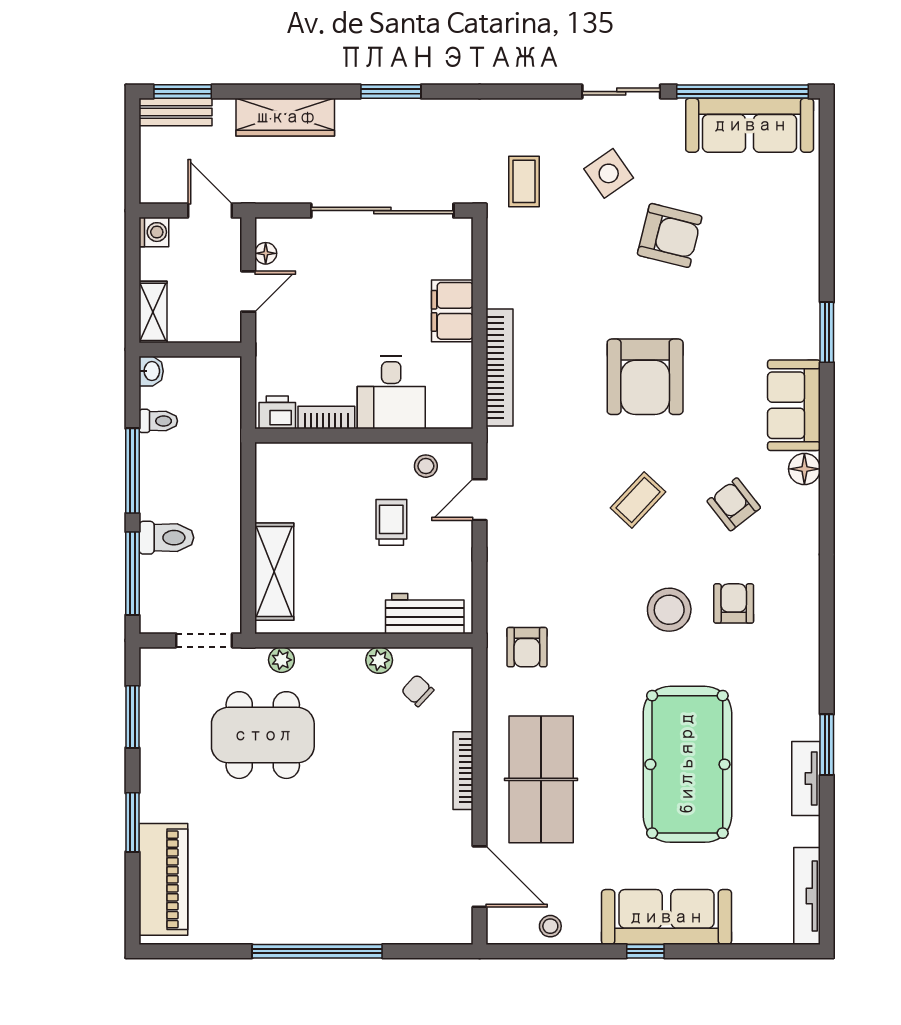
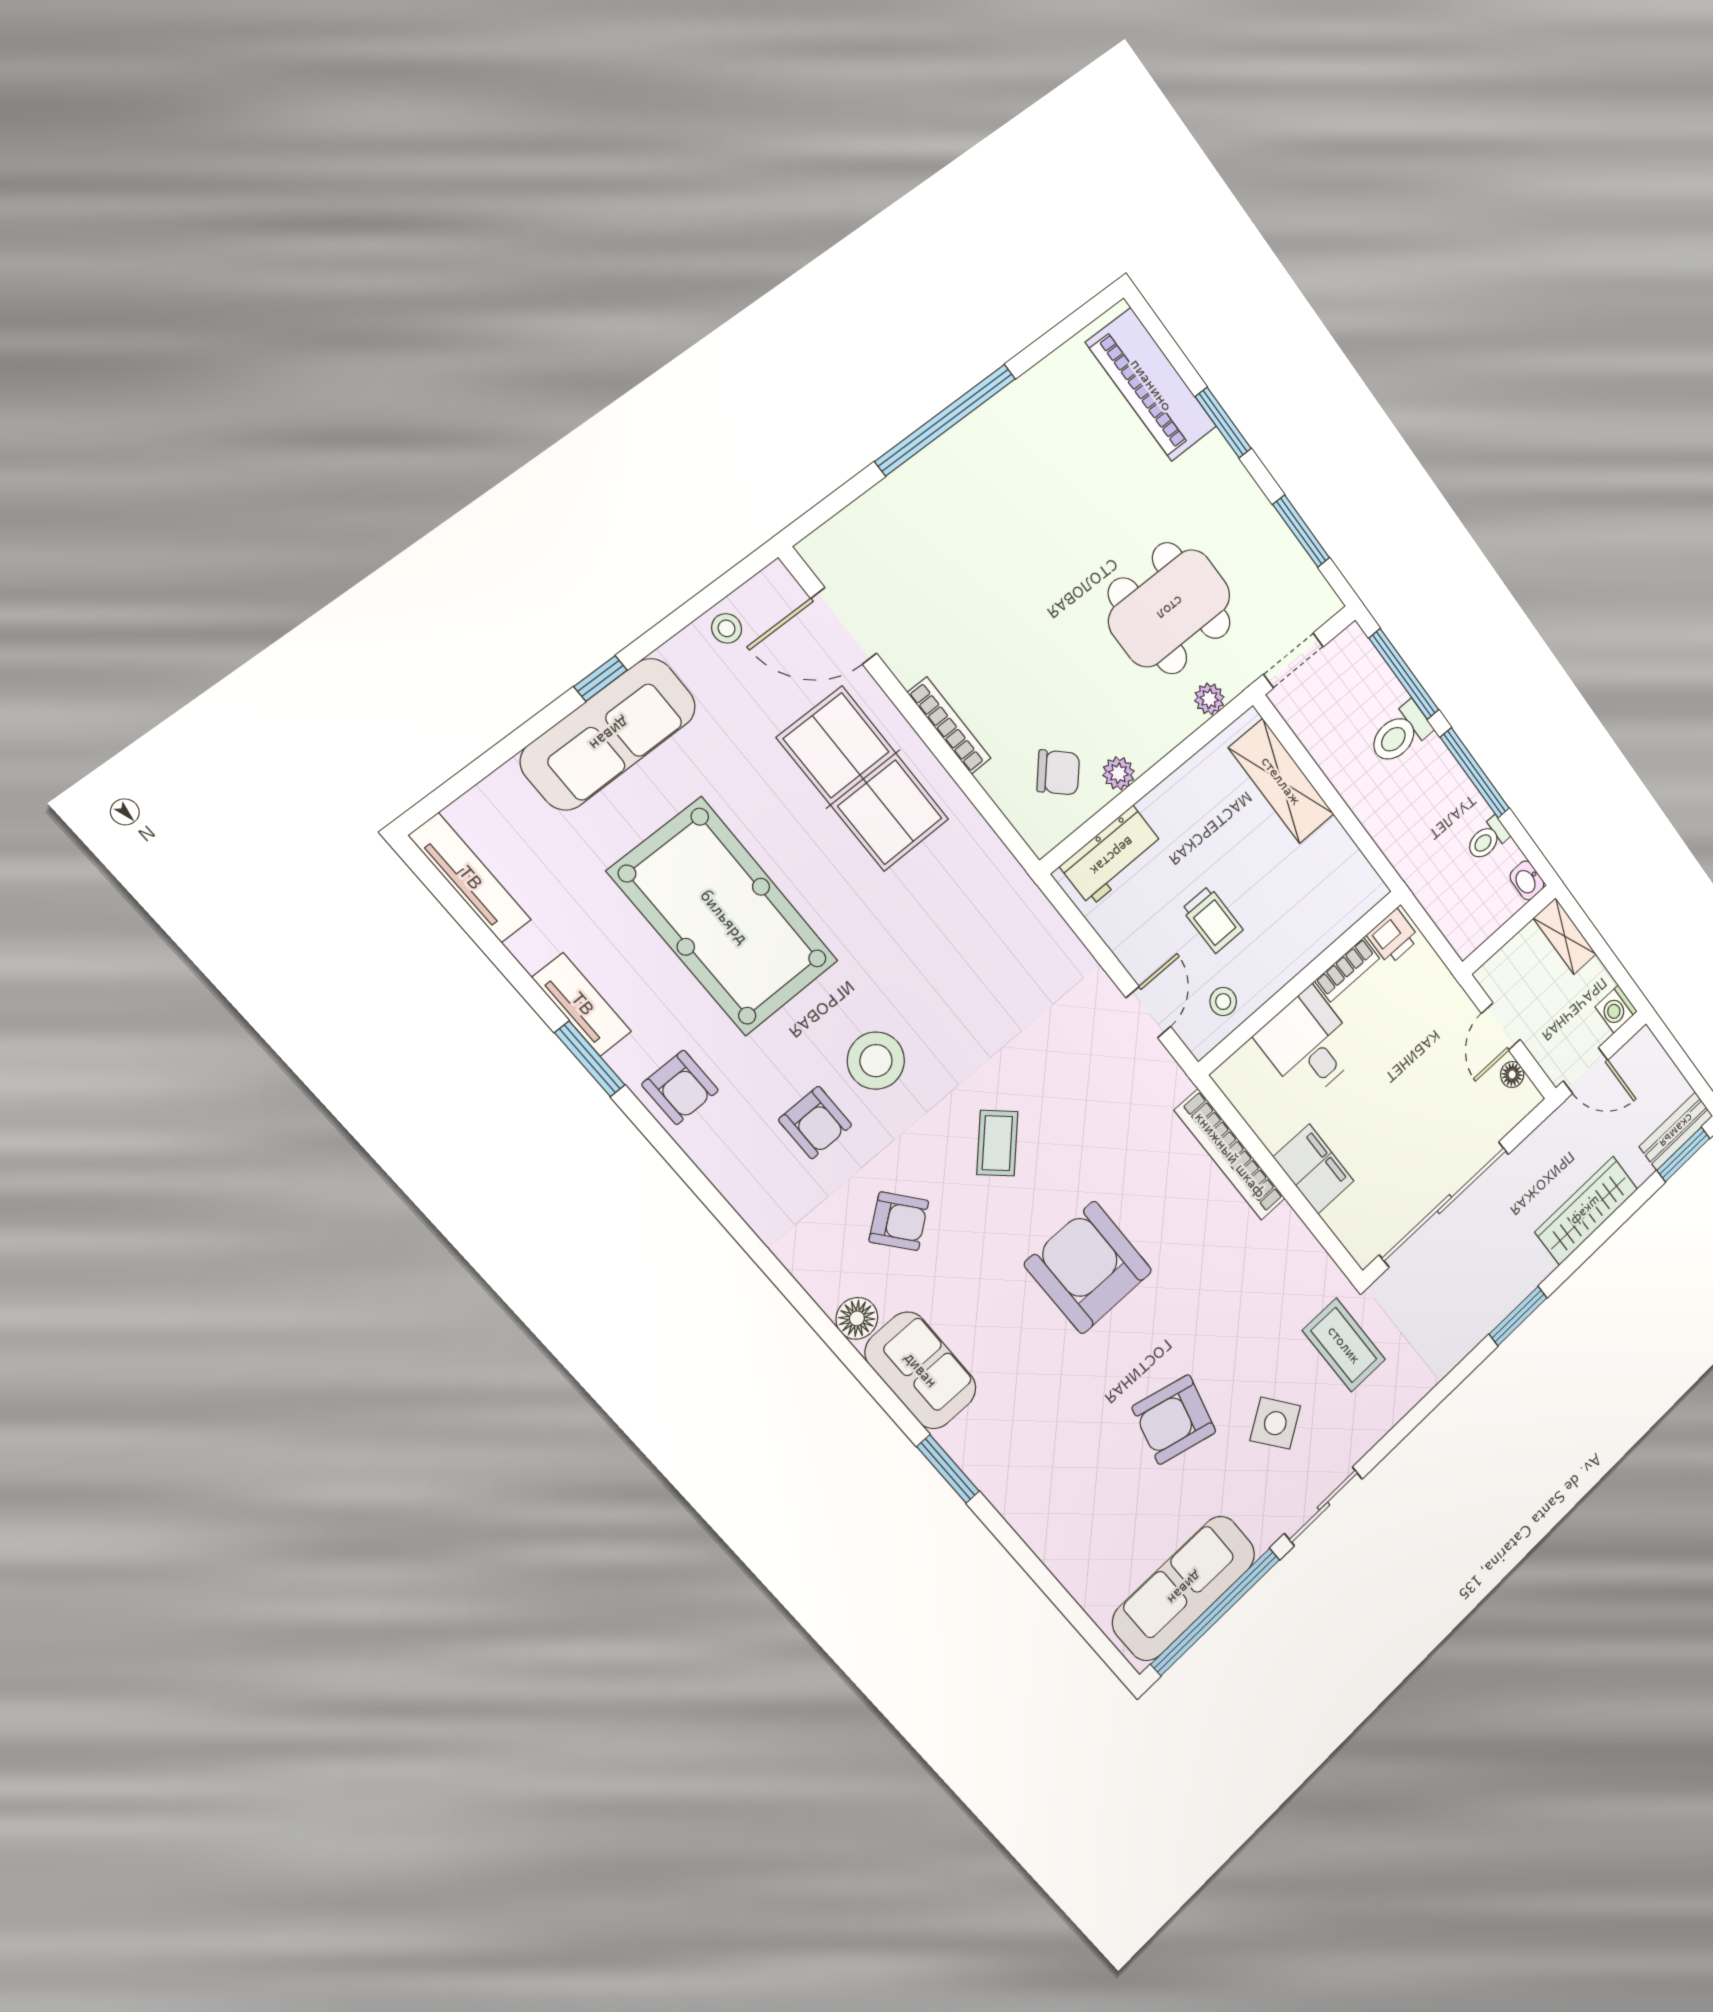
coffee table: (524, 181) -> (1344, 1345), width x1.36, depth x1.30
armchair: (527, 647) -> (680, 1087), moved, turned 180
chair: (418, 691) -> (1058, 772), width x1.37, depth x1.37

